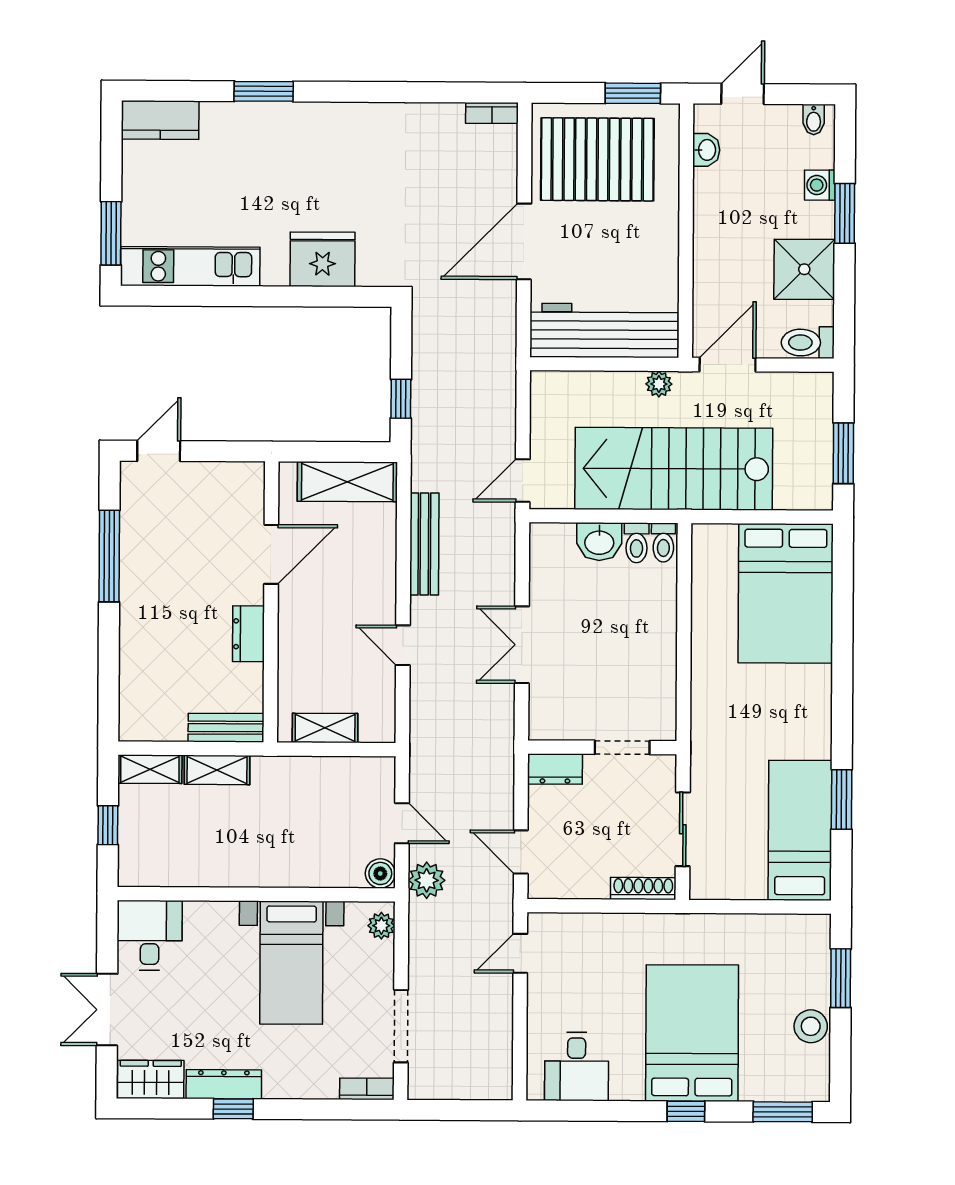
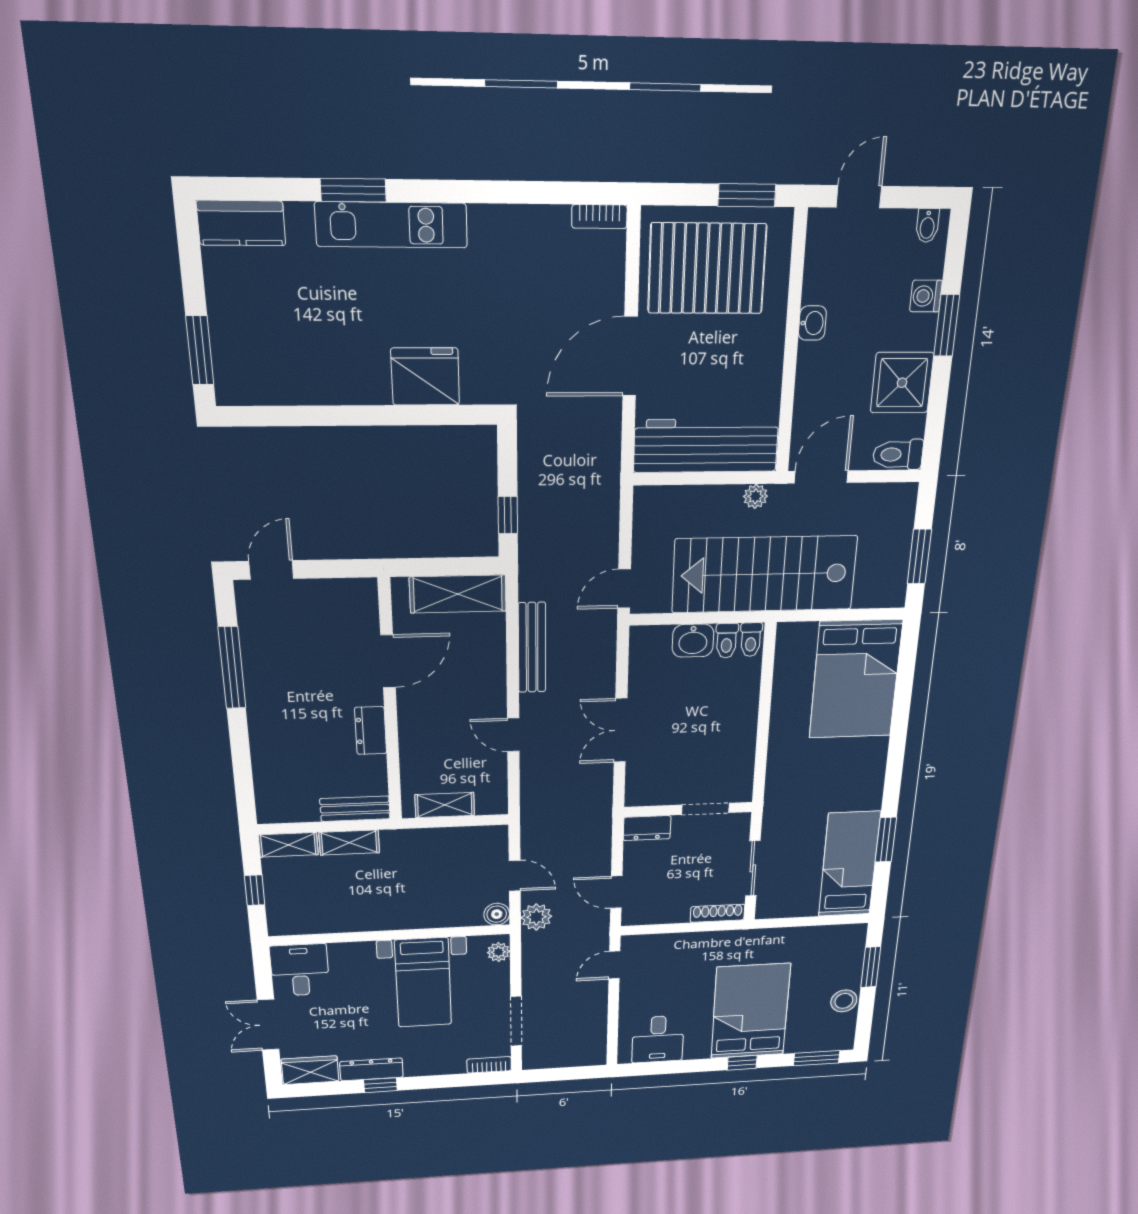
washbasin: (706, 150) -> (812, 323), moved
kitchen unit: (190, 266) -> (391, 225), moved, turned 180

